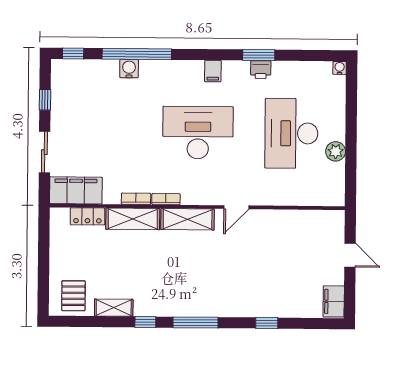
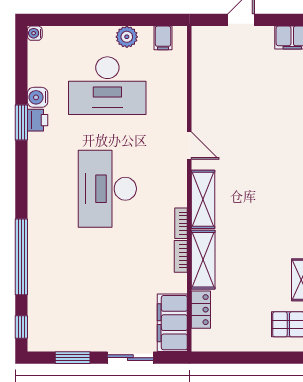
water cooler: (129, 69) -> (38, 97), moved
filing cabinet: (213, 71) -> (163, 38), moved, turned 90
window: (45, 100) -> (73, 358), width x1.50

